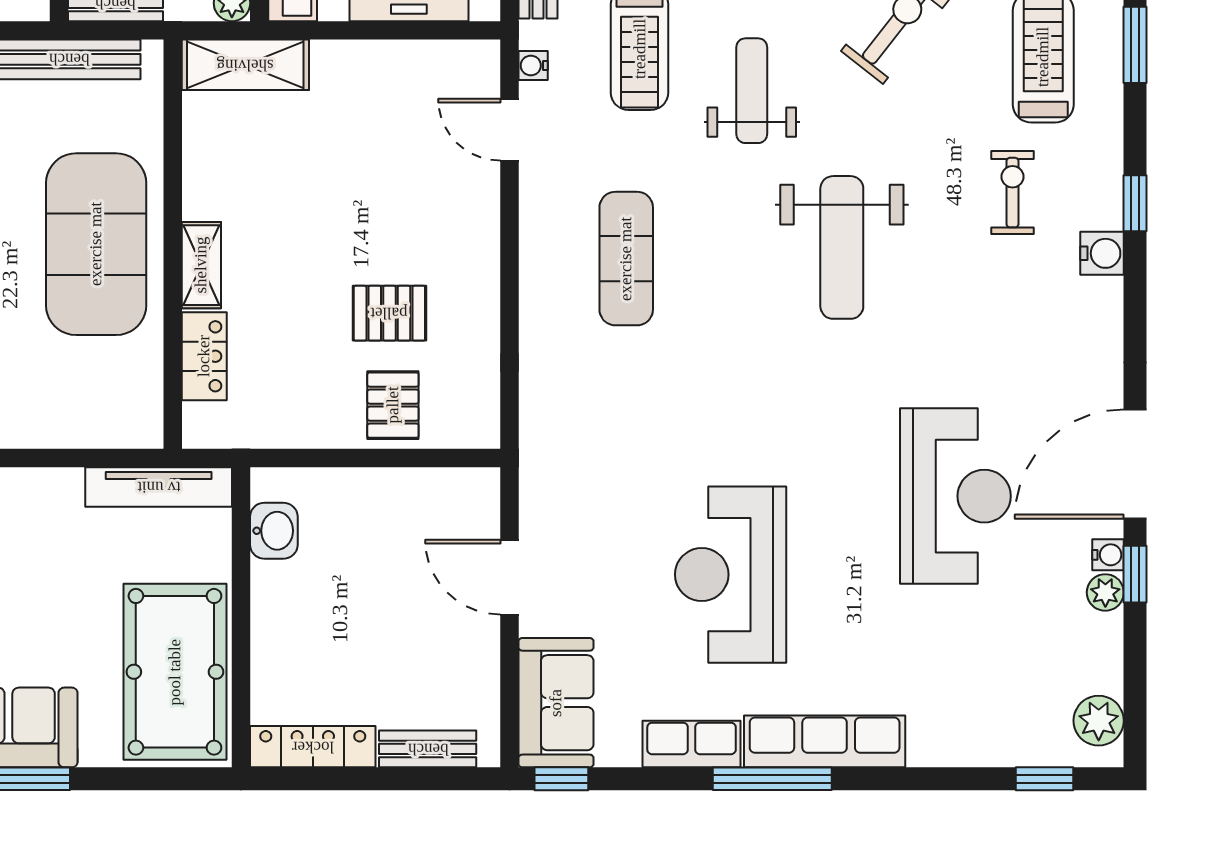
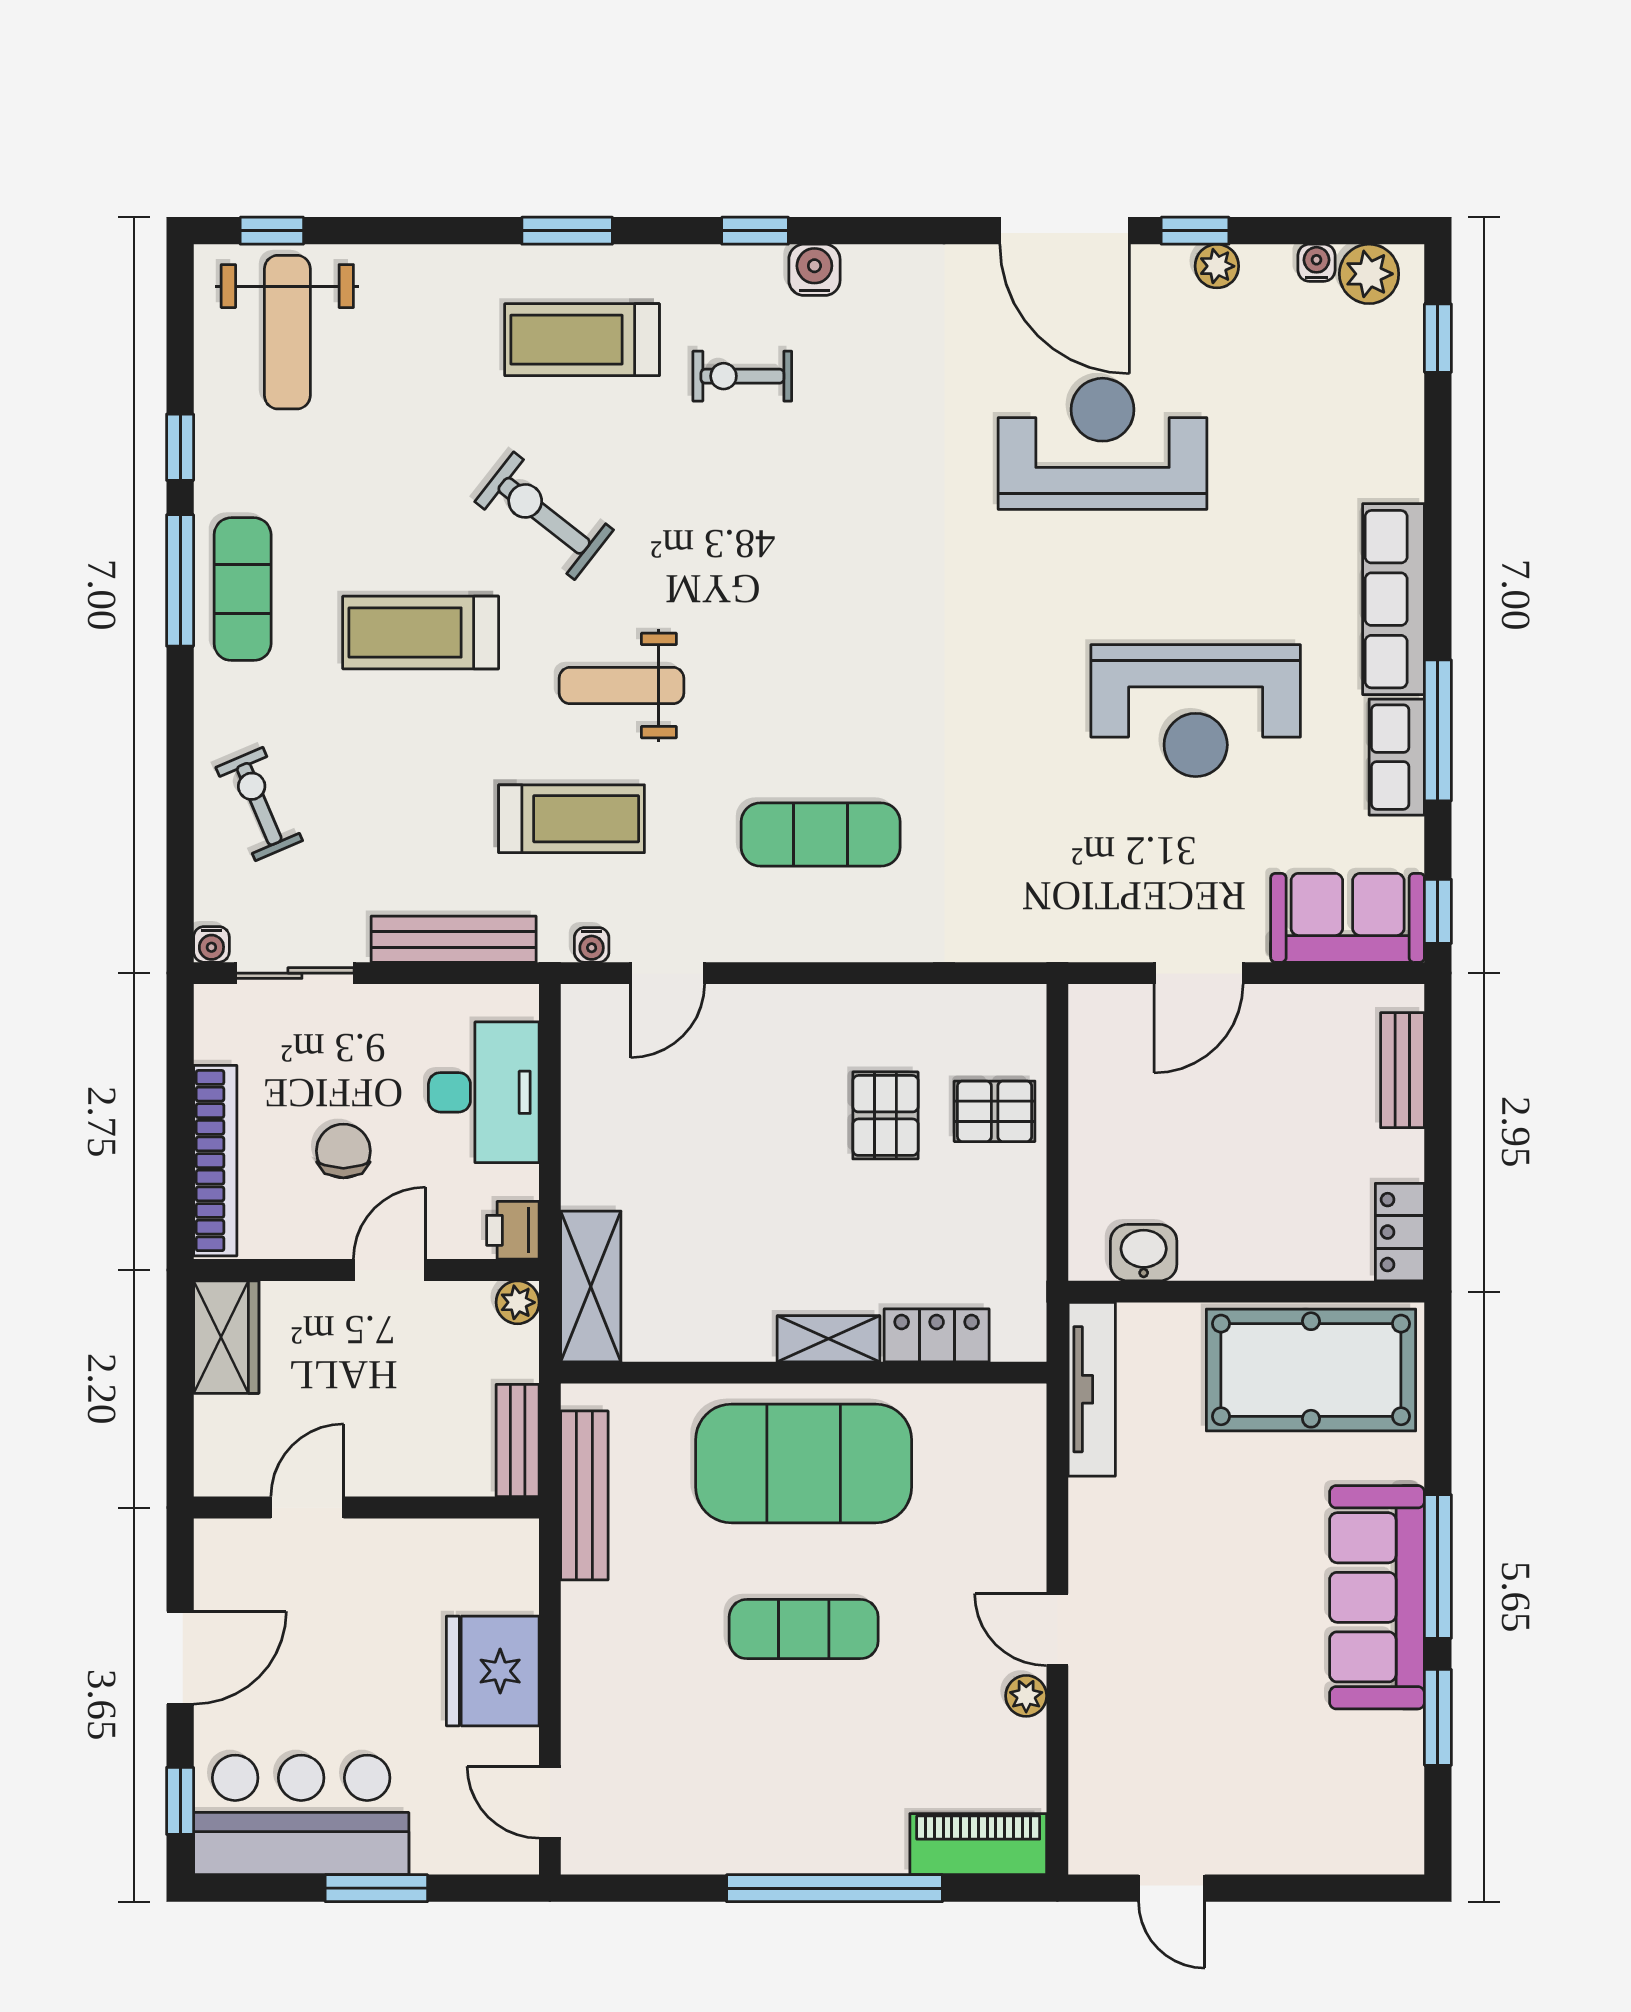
weight bench: (842, 247) -> (808, 579), removed
water cooler: (1108, 555) -> (1316, 263), moved
locker: (313, 747) -> (1400, 1232), width x0.66
window: (772, 779) -> (1438, 730), moved

